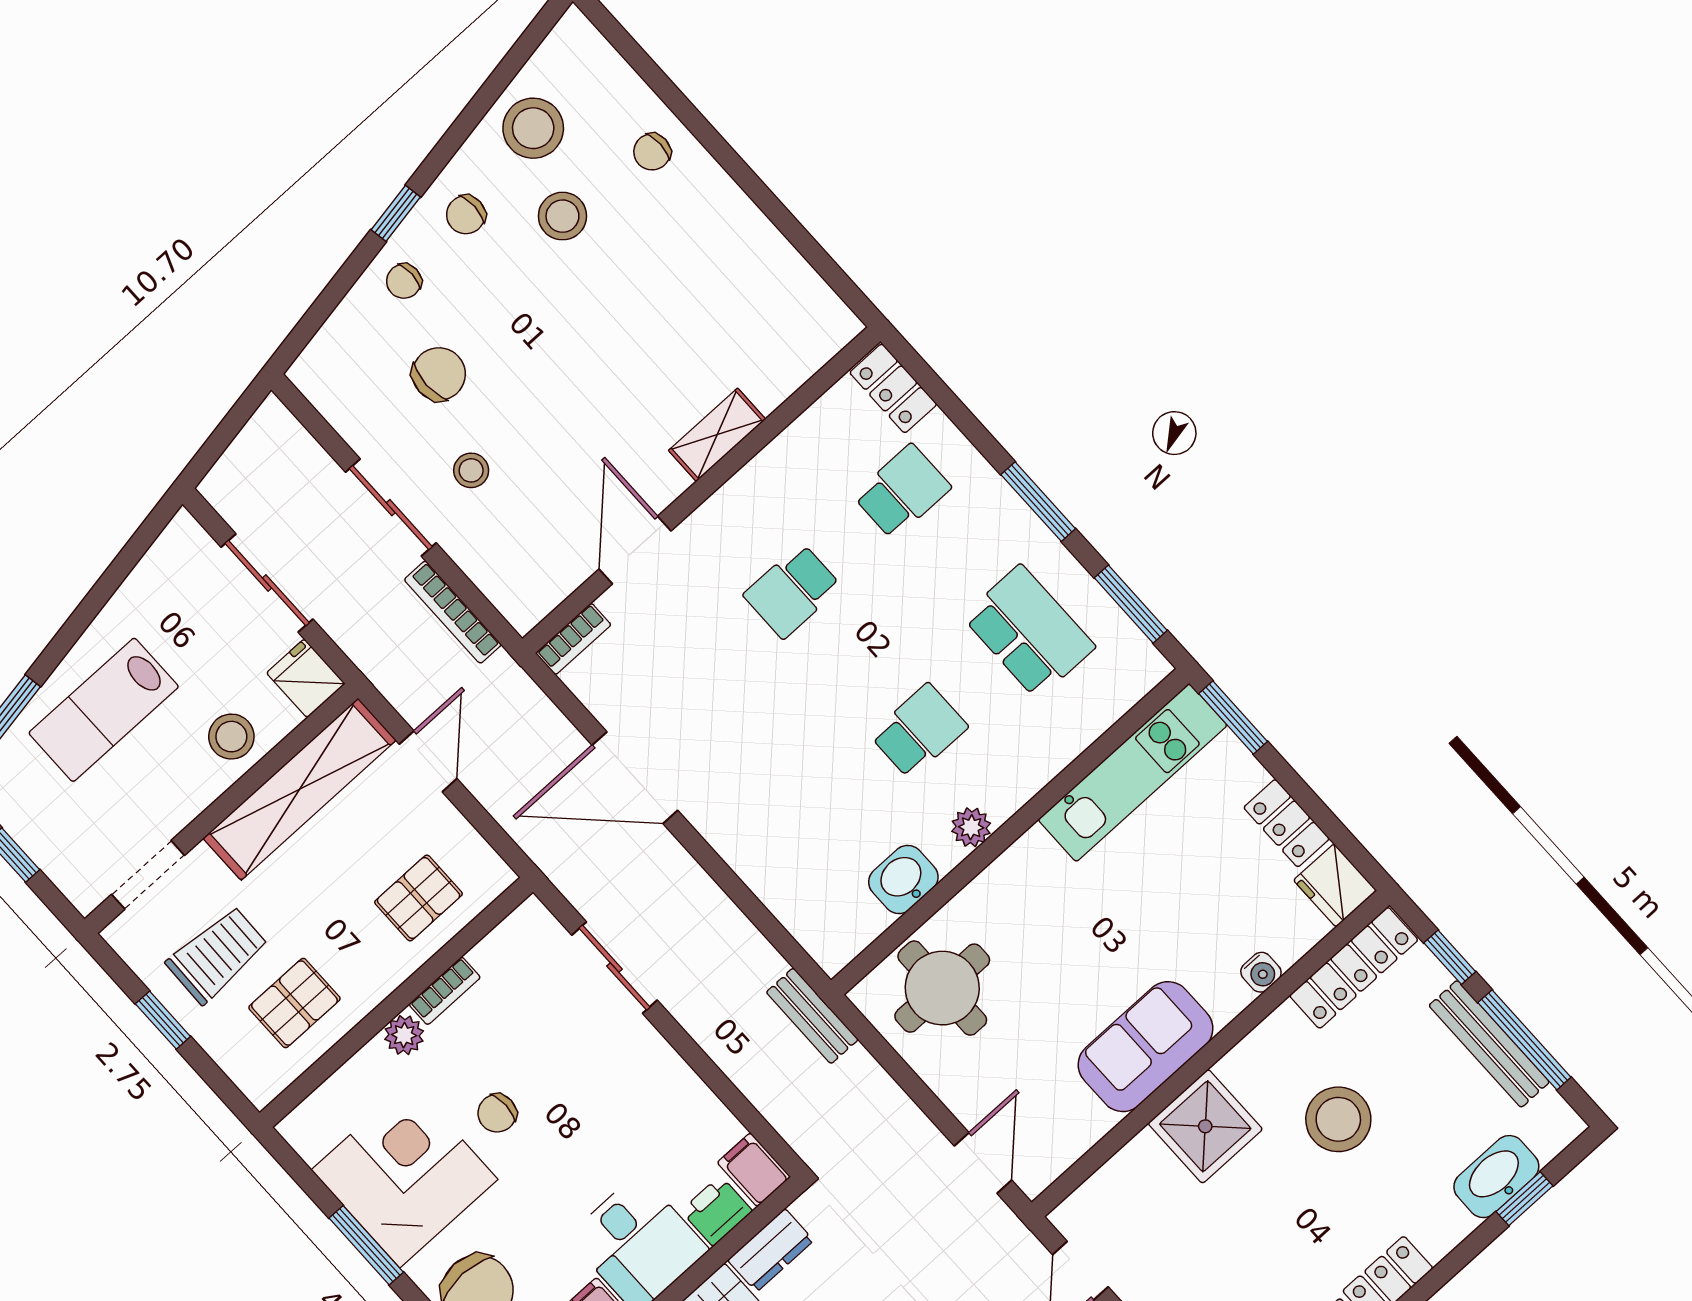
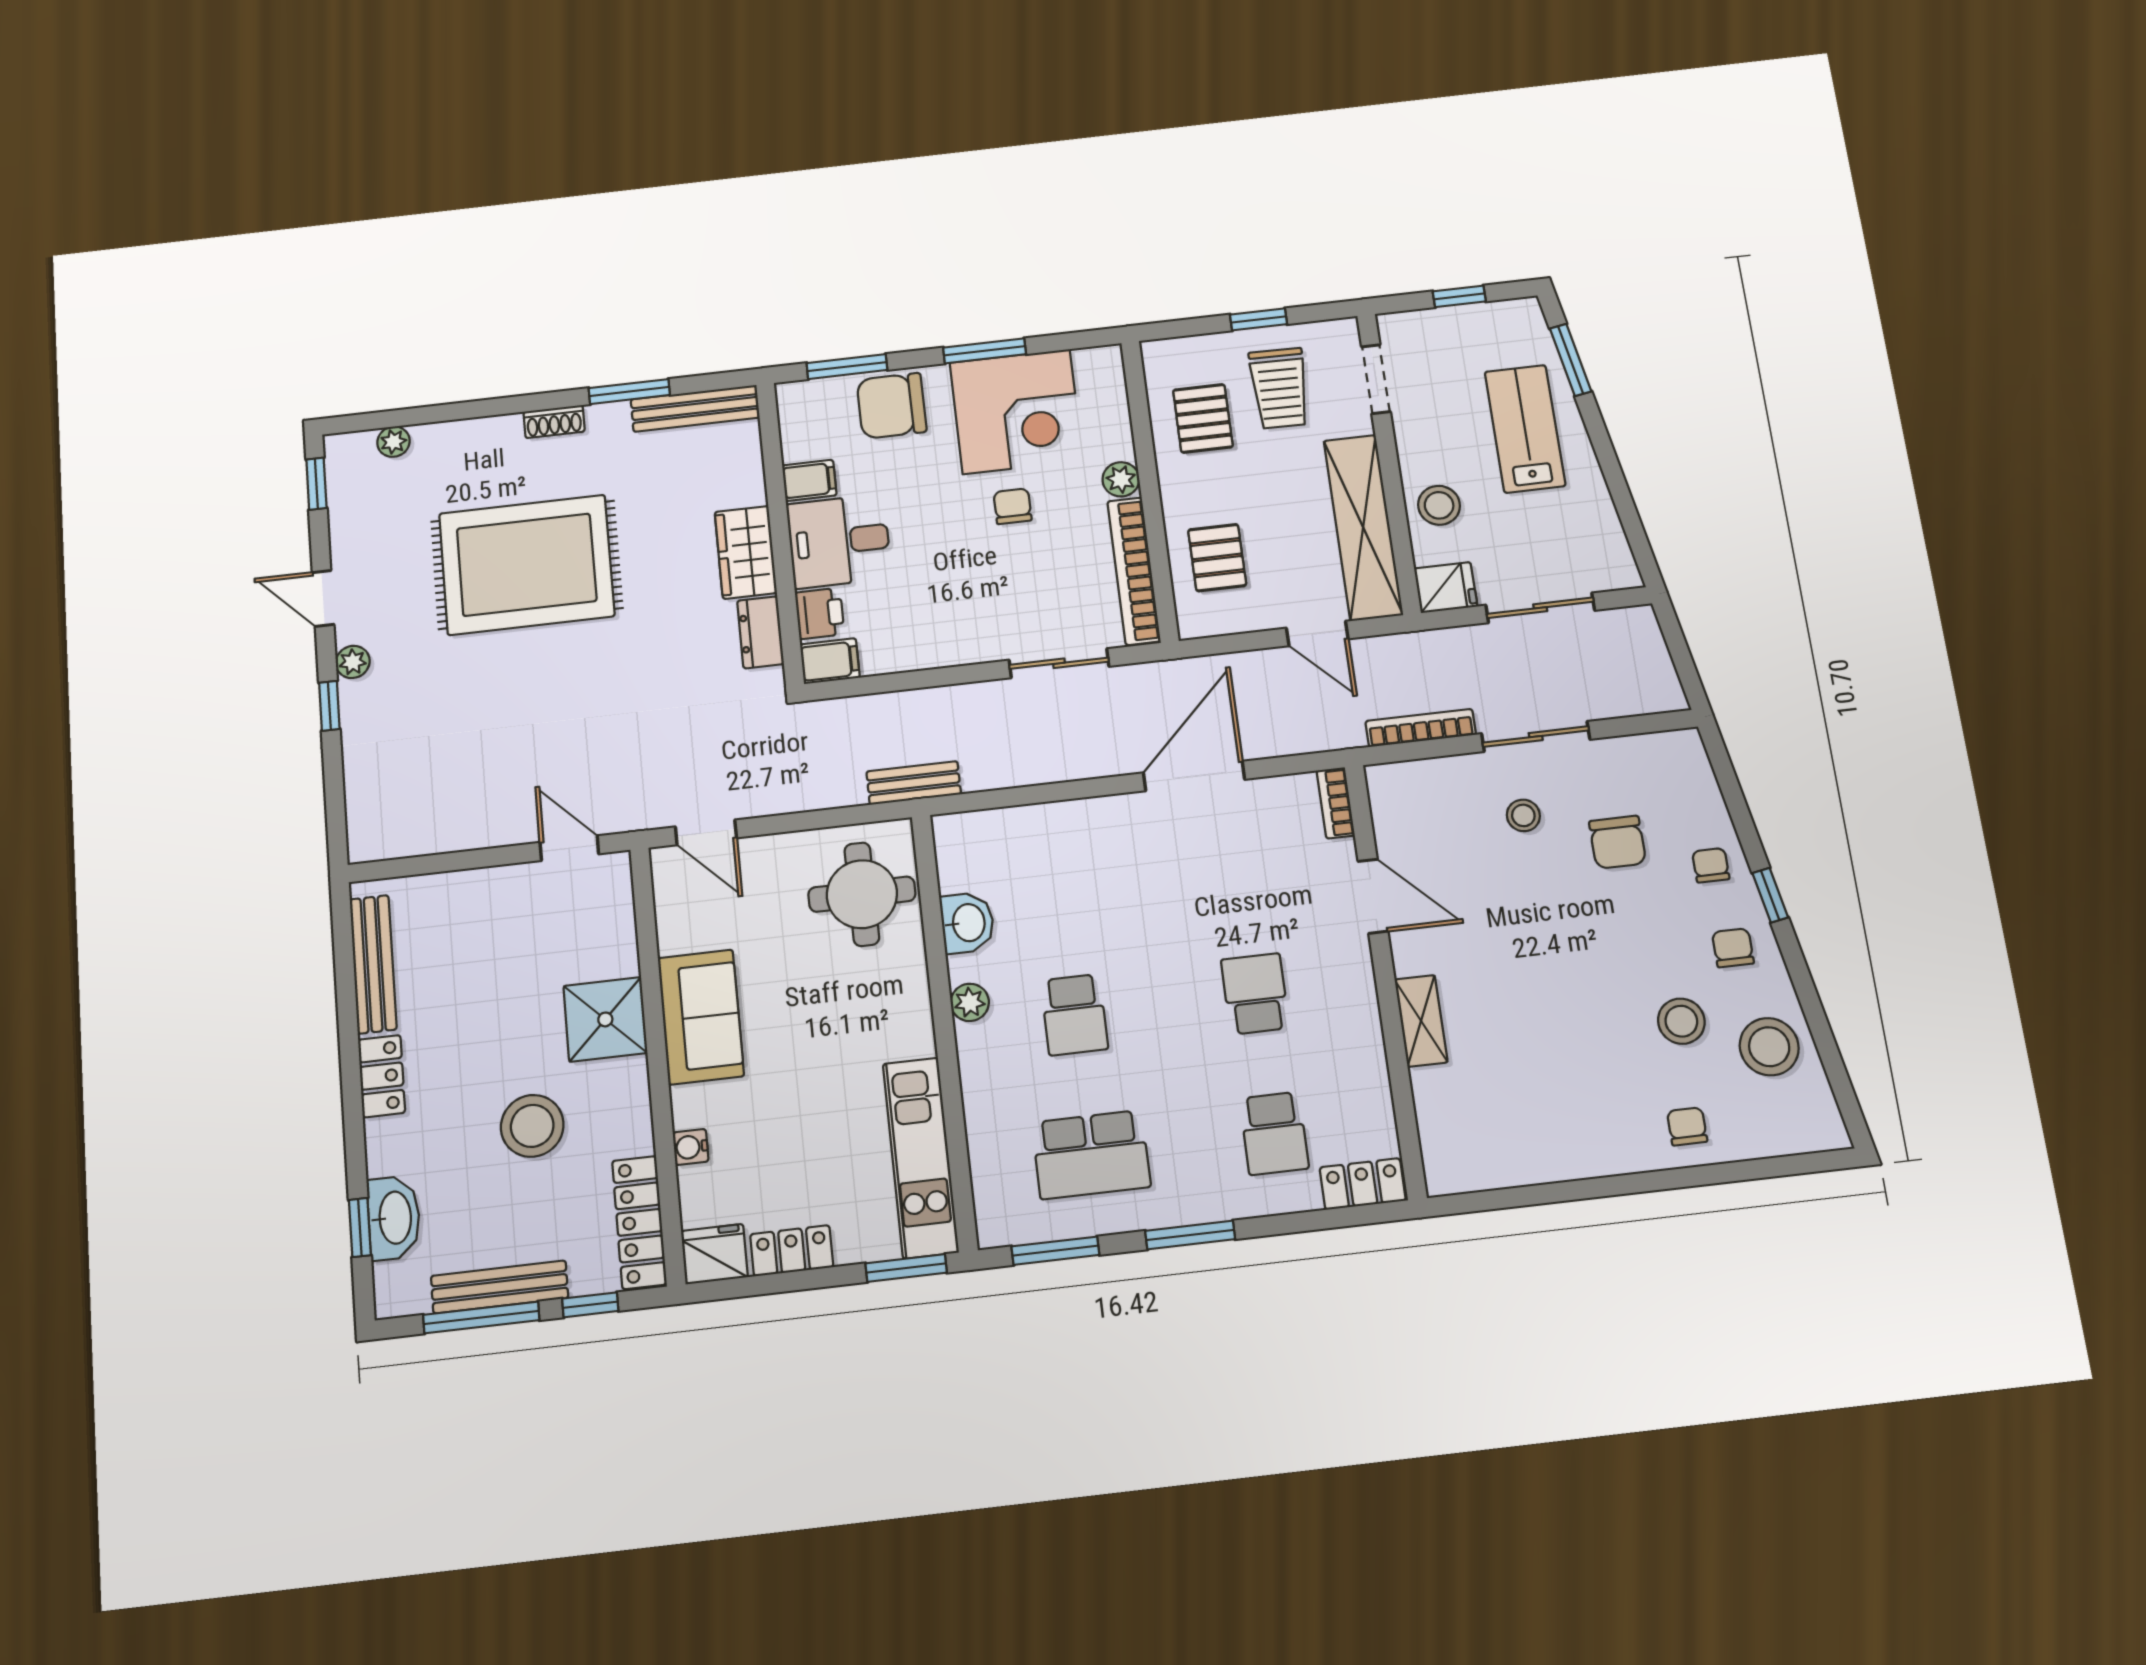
bookcase: (445, 991) -> (1134, 571), width x2.31, depth x1.31

